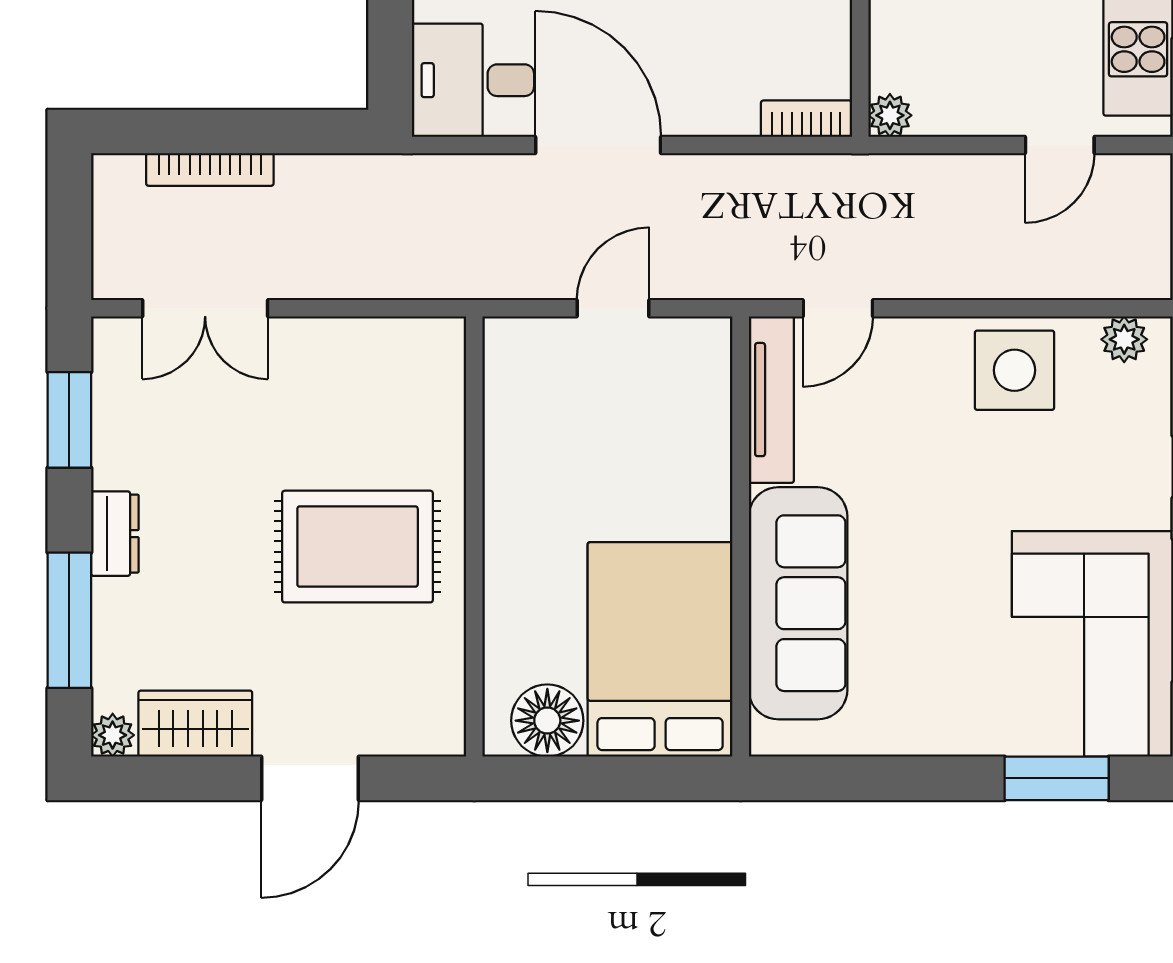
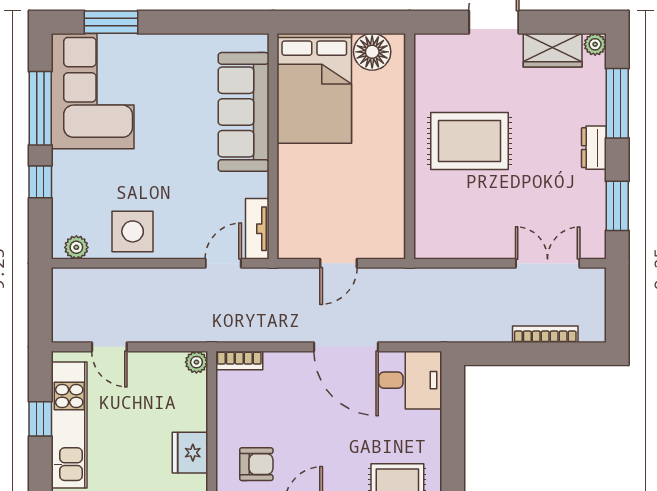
door: (1060, 145) -> (109, 347), swing flipped
tv unit: (771, 400) -> (257, 229), width x0.71

